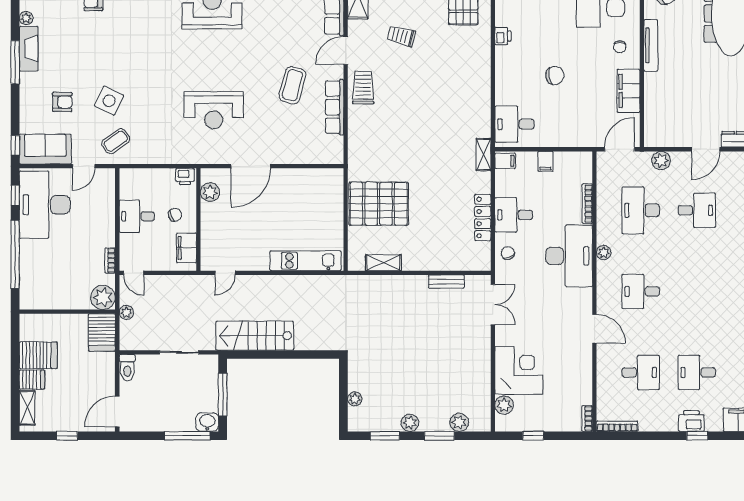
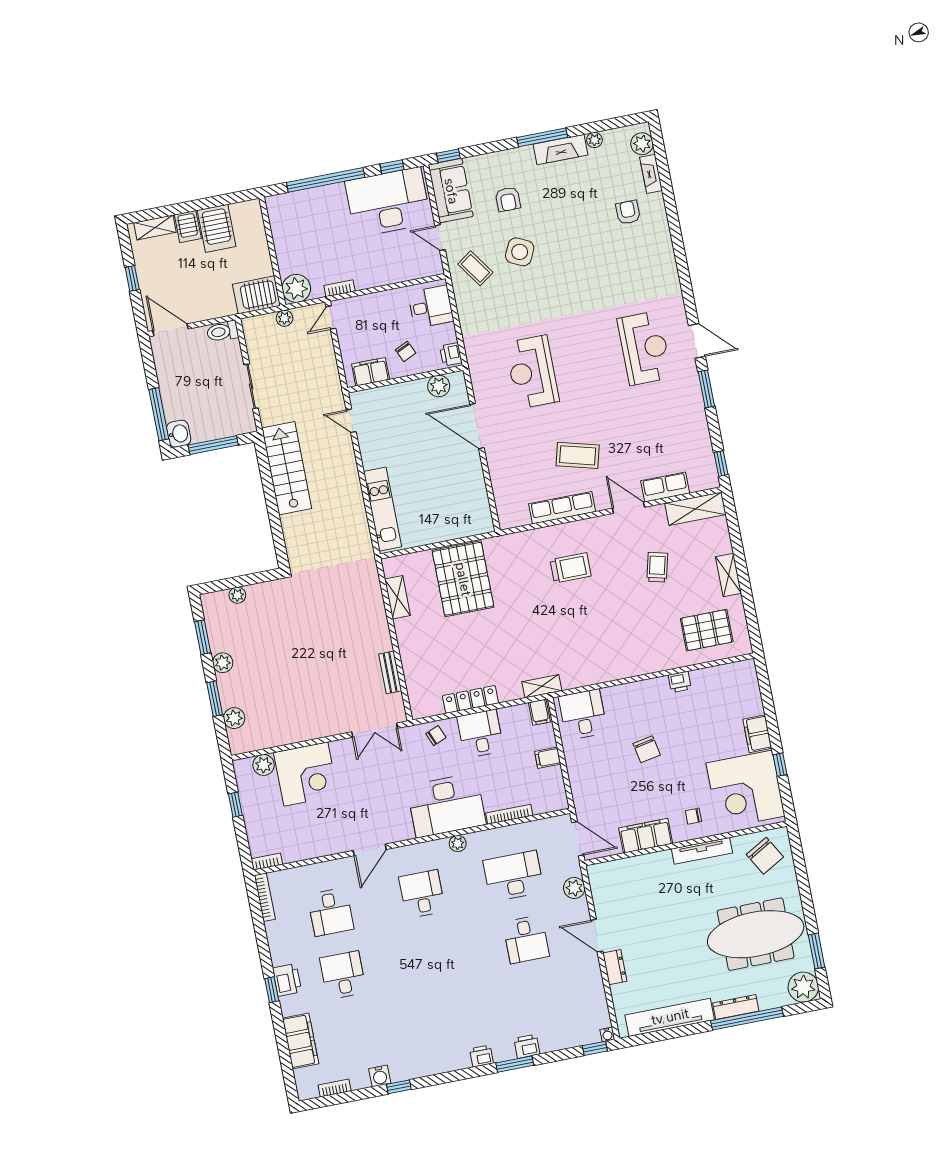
trolley: (363, 88) -> (571, 568), moved
desk: (137, 216) -> (431, 307), moved, turned 90

